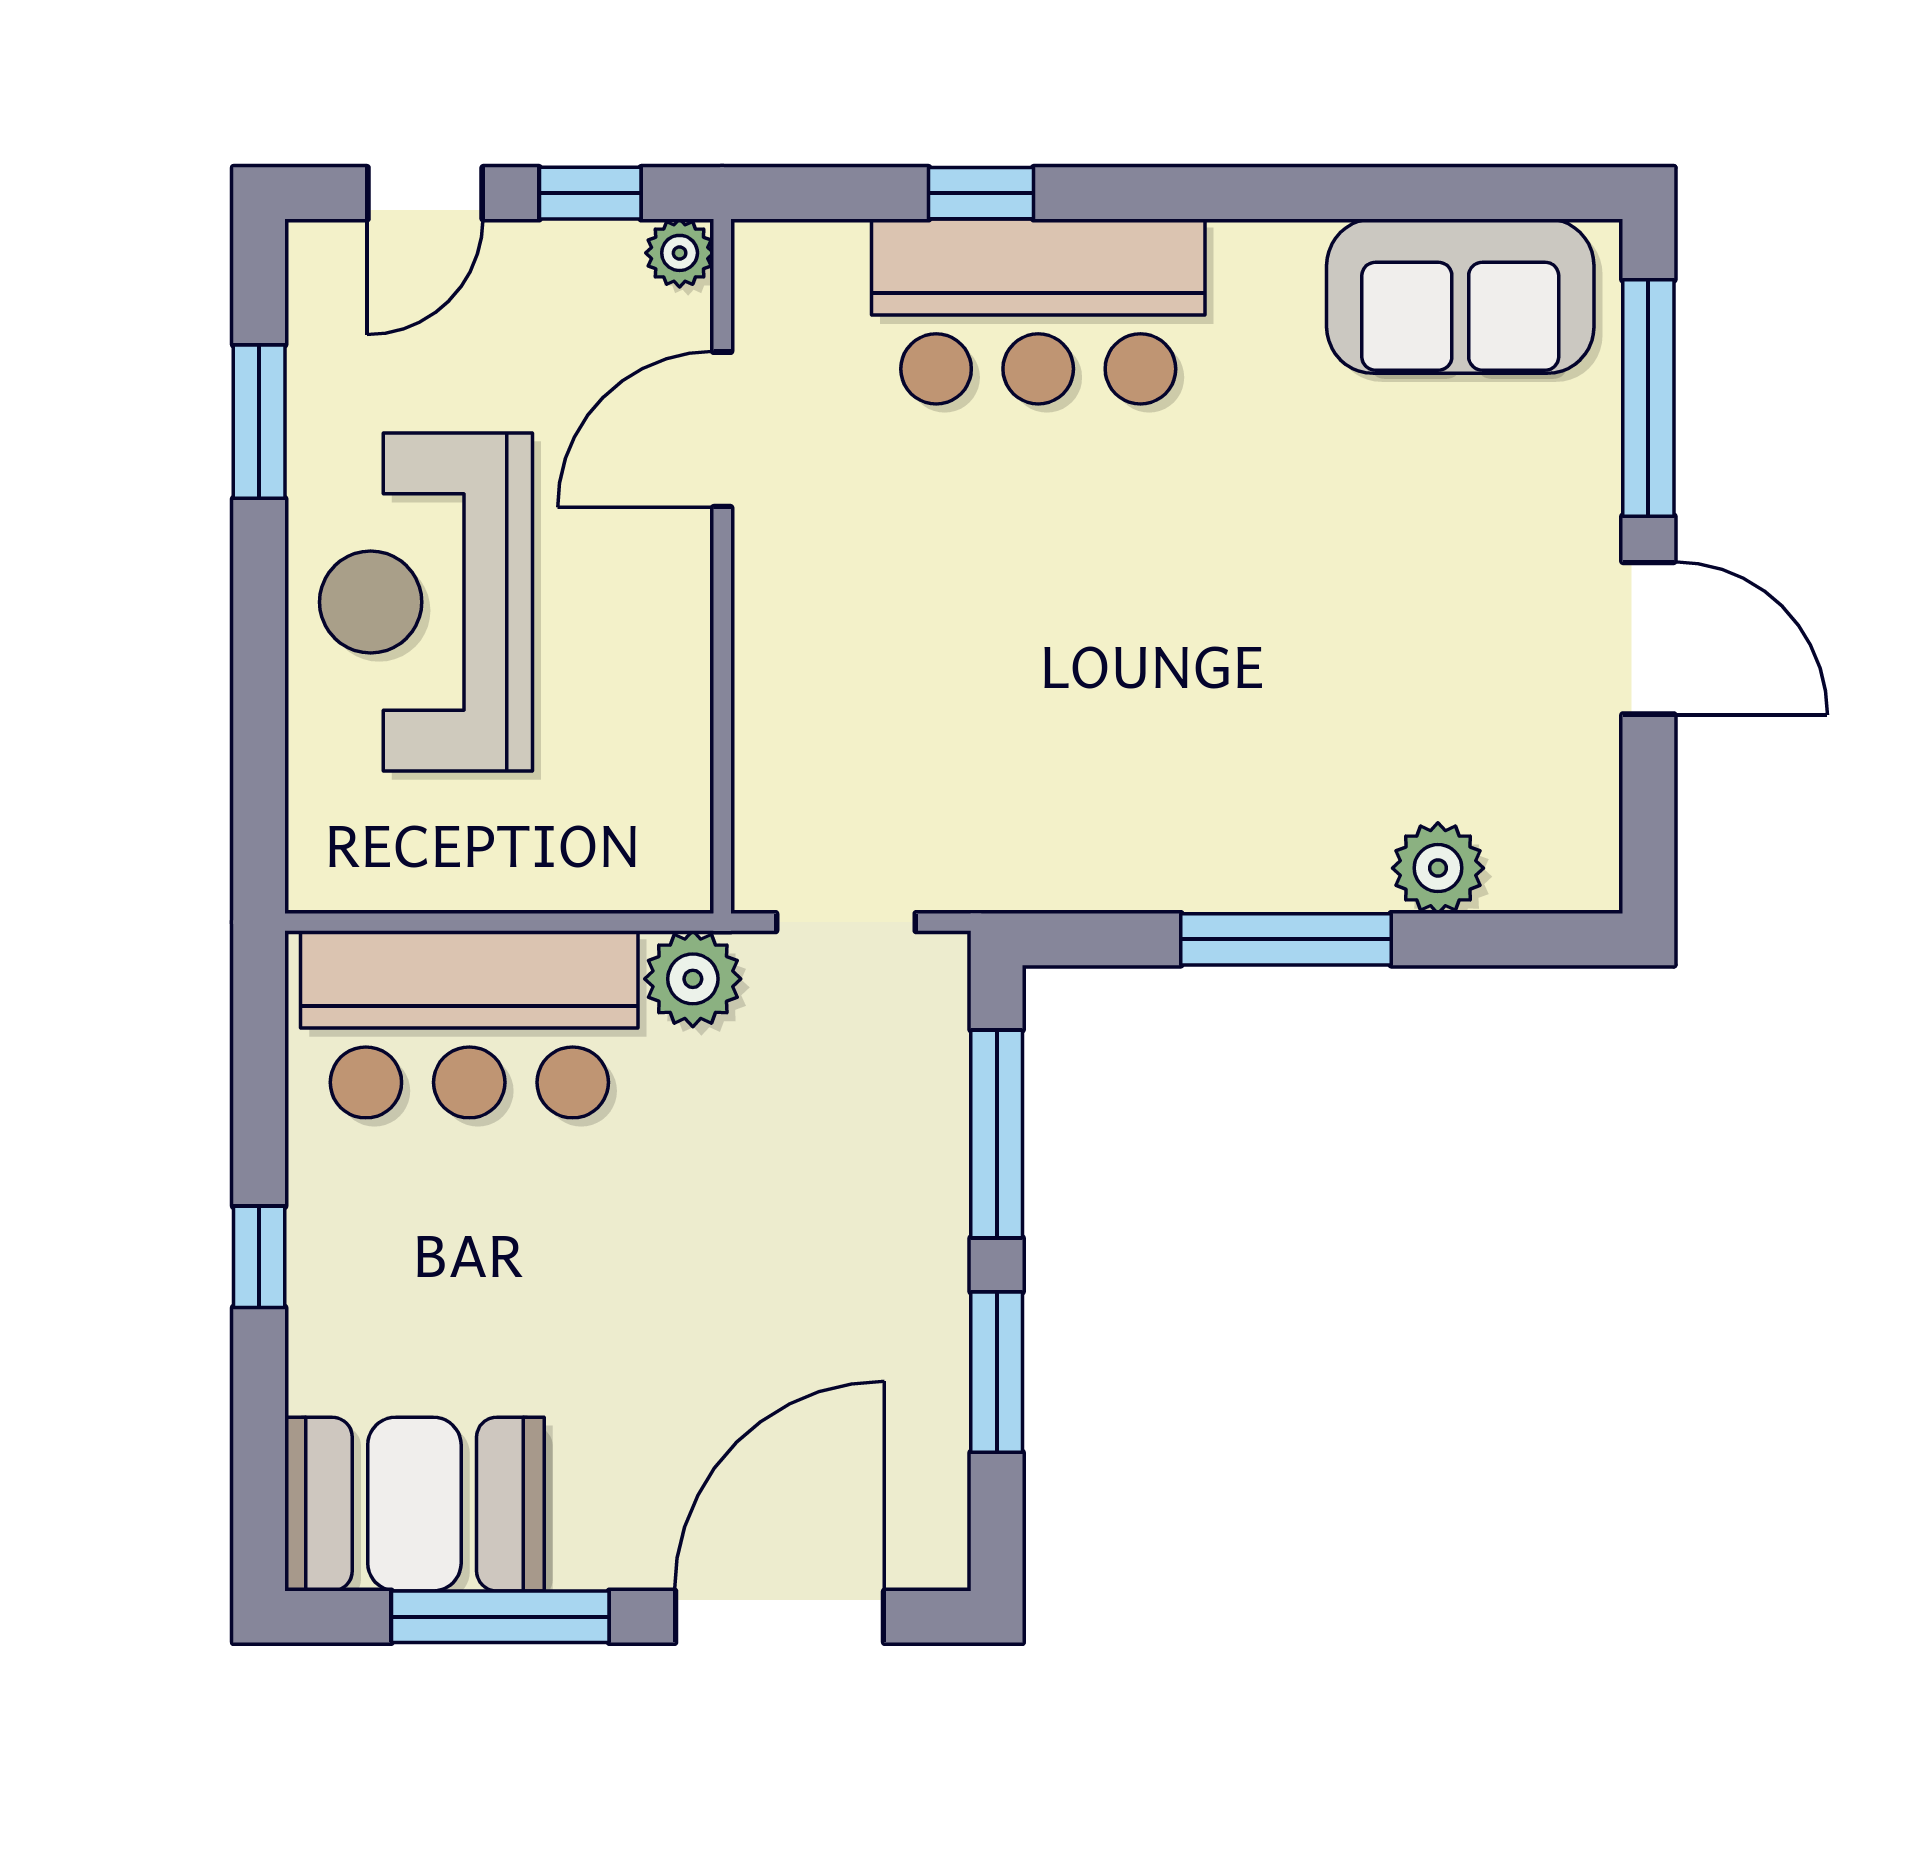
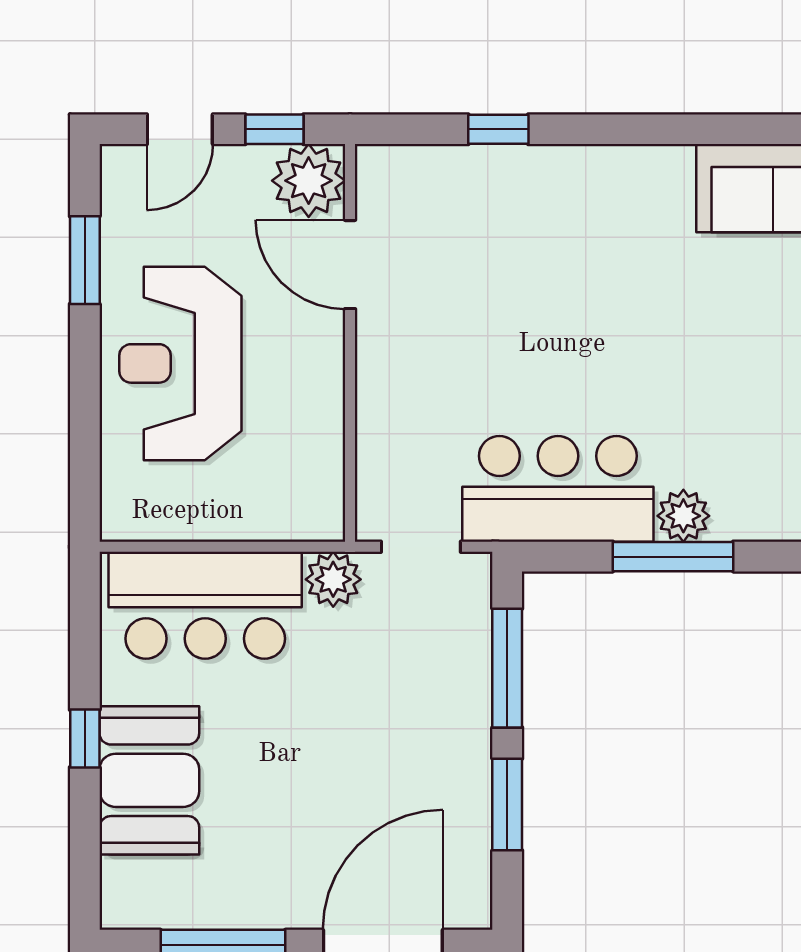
plant: (680, 253) -> (309, 181), width x1.88, depth x1.88
bar counter: (1038, 311) -> (558, 489), moved, turned 180
door: (722, 429) -> (350, 265), hinge flipped
plant: (1438, 868) -> (683, 516), moved
booth: (414, 1504) -> (149, 780), moved, turned 90

